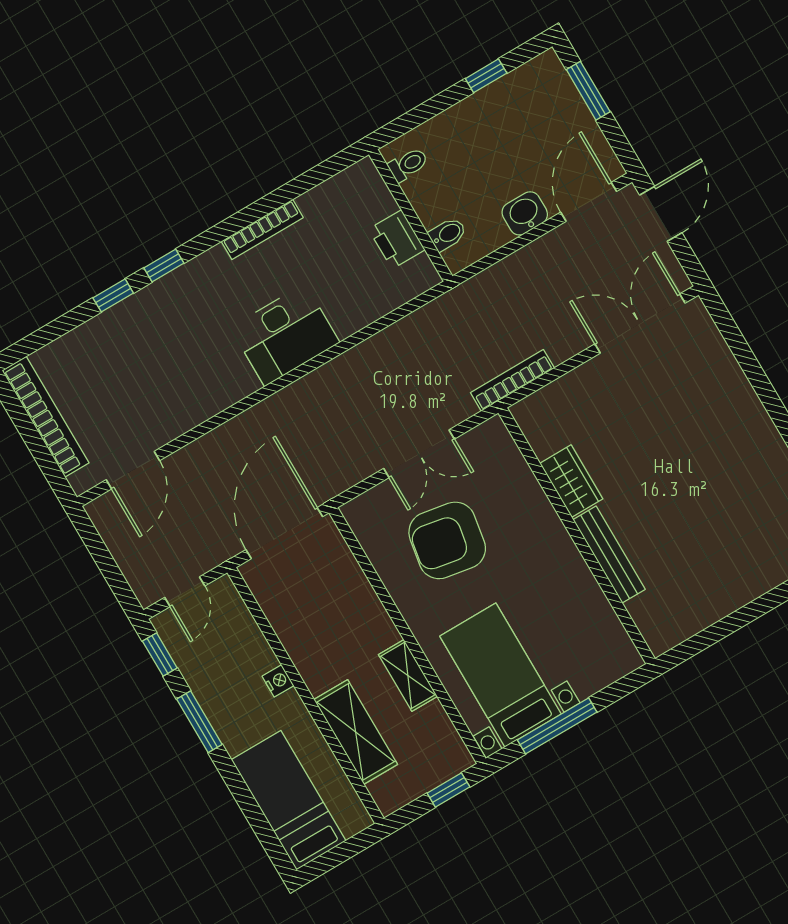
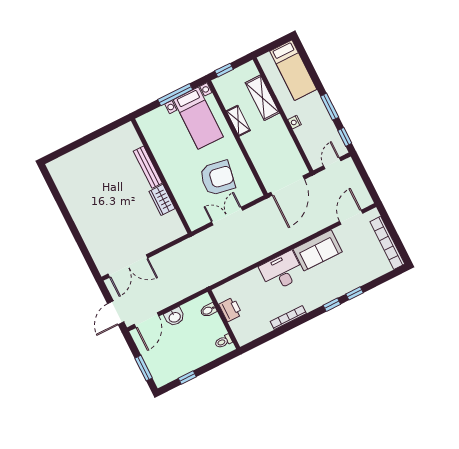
bookcase: (512, 380) -> (185, 245), removed
sofa: (205, 389) -> (318, 250), added

